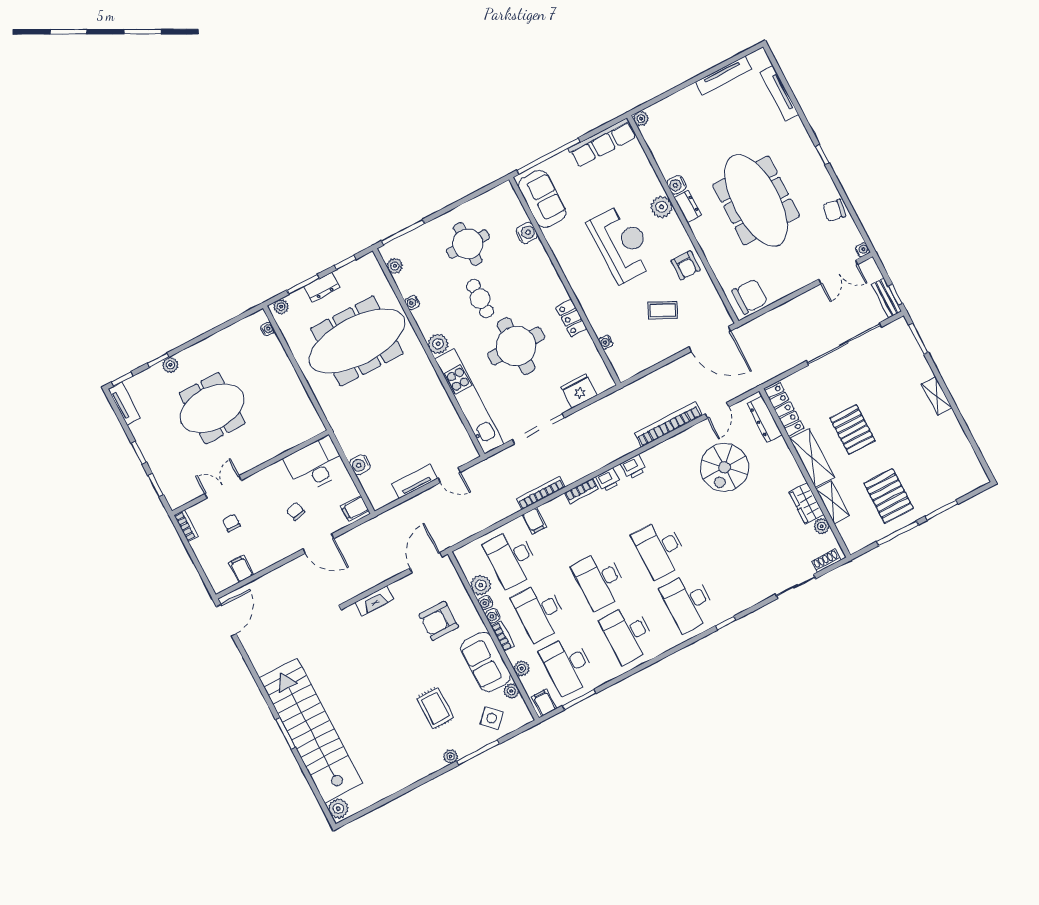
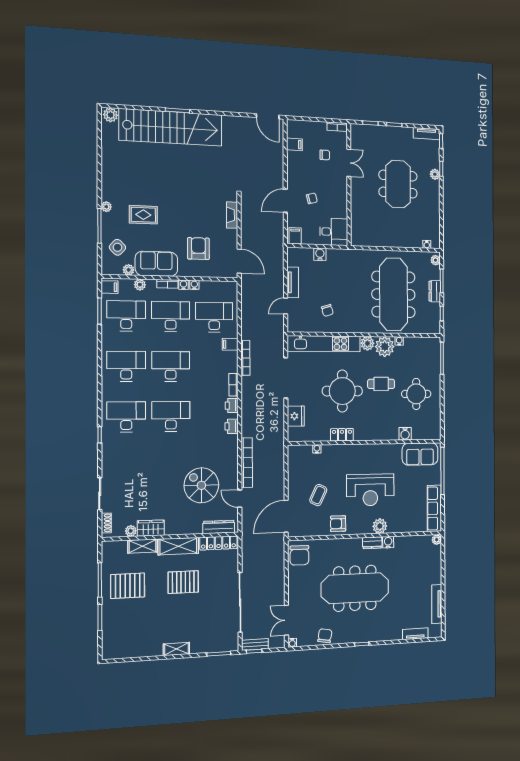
tv unit: (779, 93) -> (415, 634), width x0.71
plant: (395, 266) -> (385, 347), moved, width x1.87, depth x1.87
chair: (425, 418) -> (327, 310), added
desk: (315, 465) -> (334, 232), width x0.73
plant: (481, 585) -> (207, 288), removed

